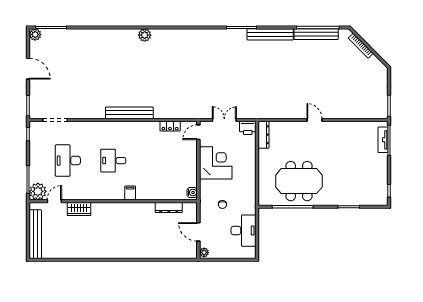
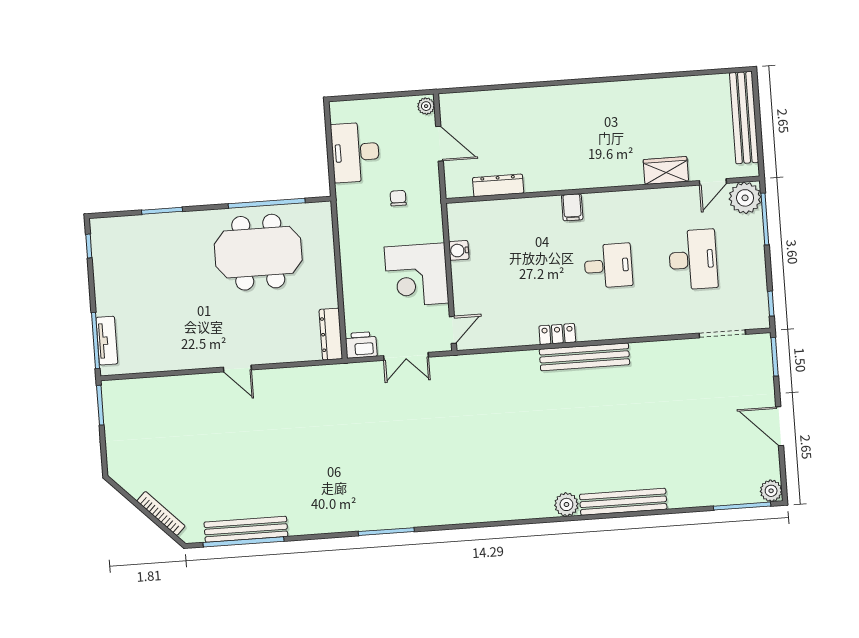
bench: (270, 34) -> (623, 502), moved
locker: (170, 126) -> (557, 334), moved
water cooler: (192, 193) -> (459, 250), moved

